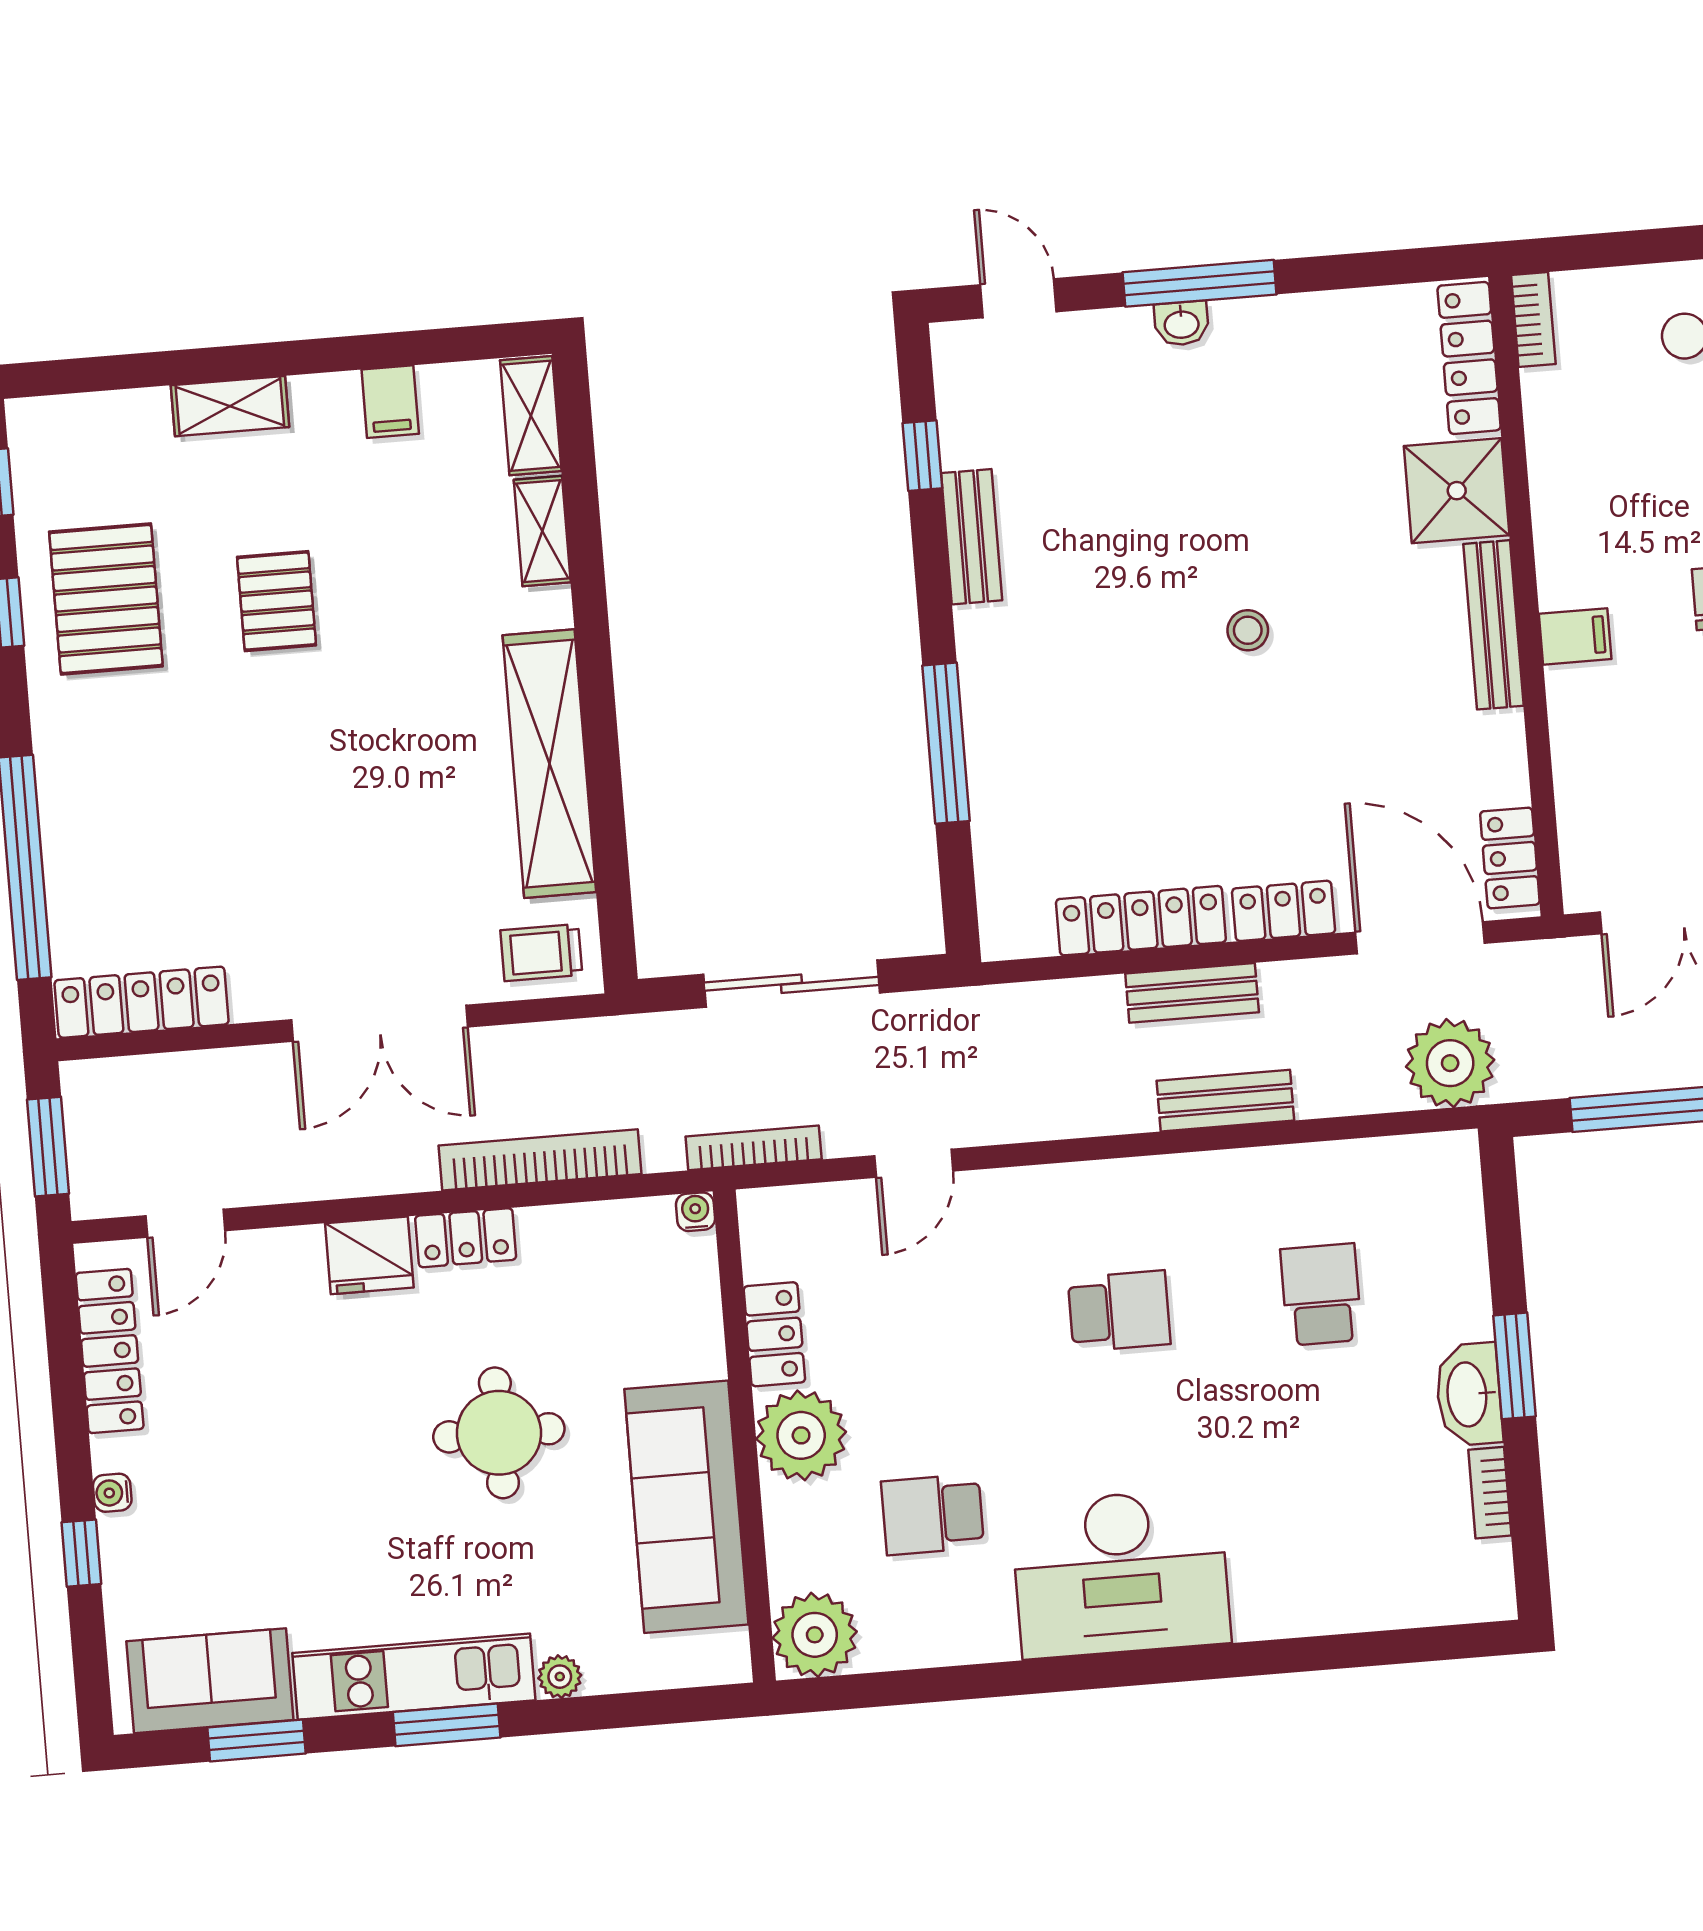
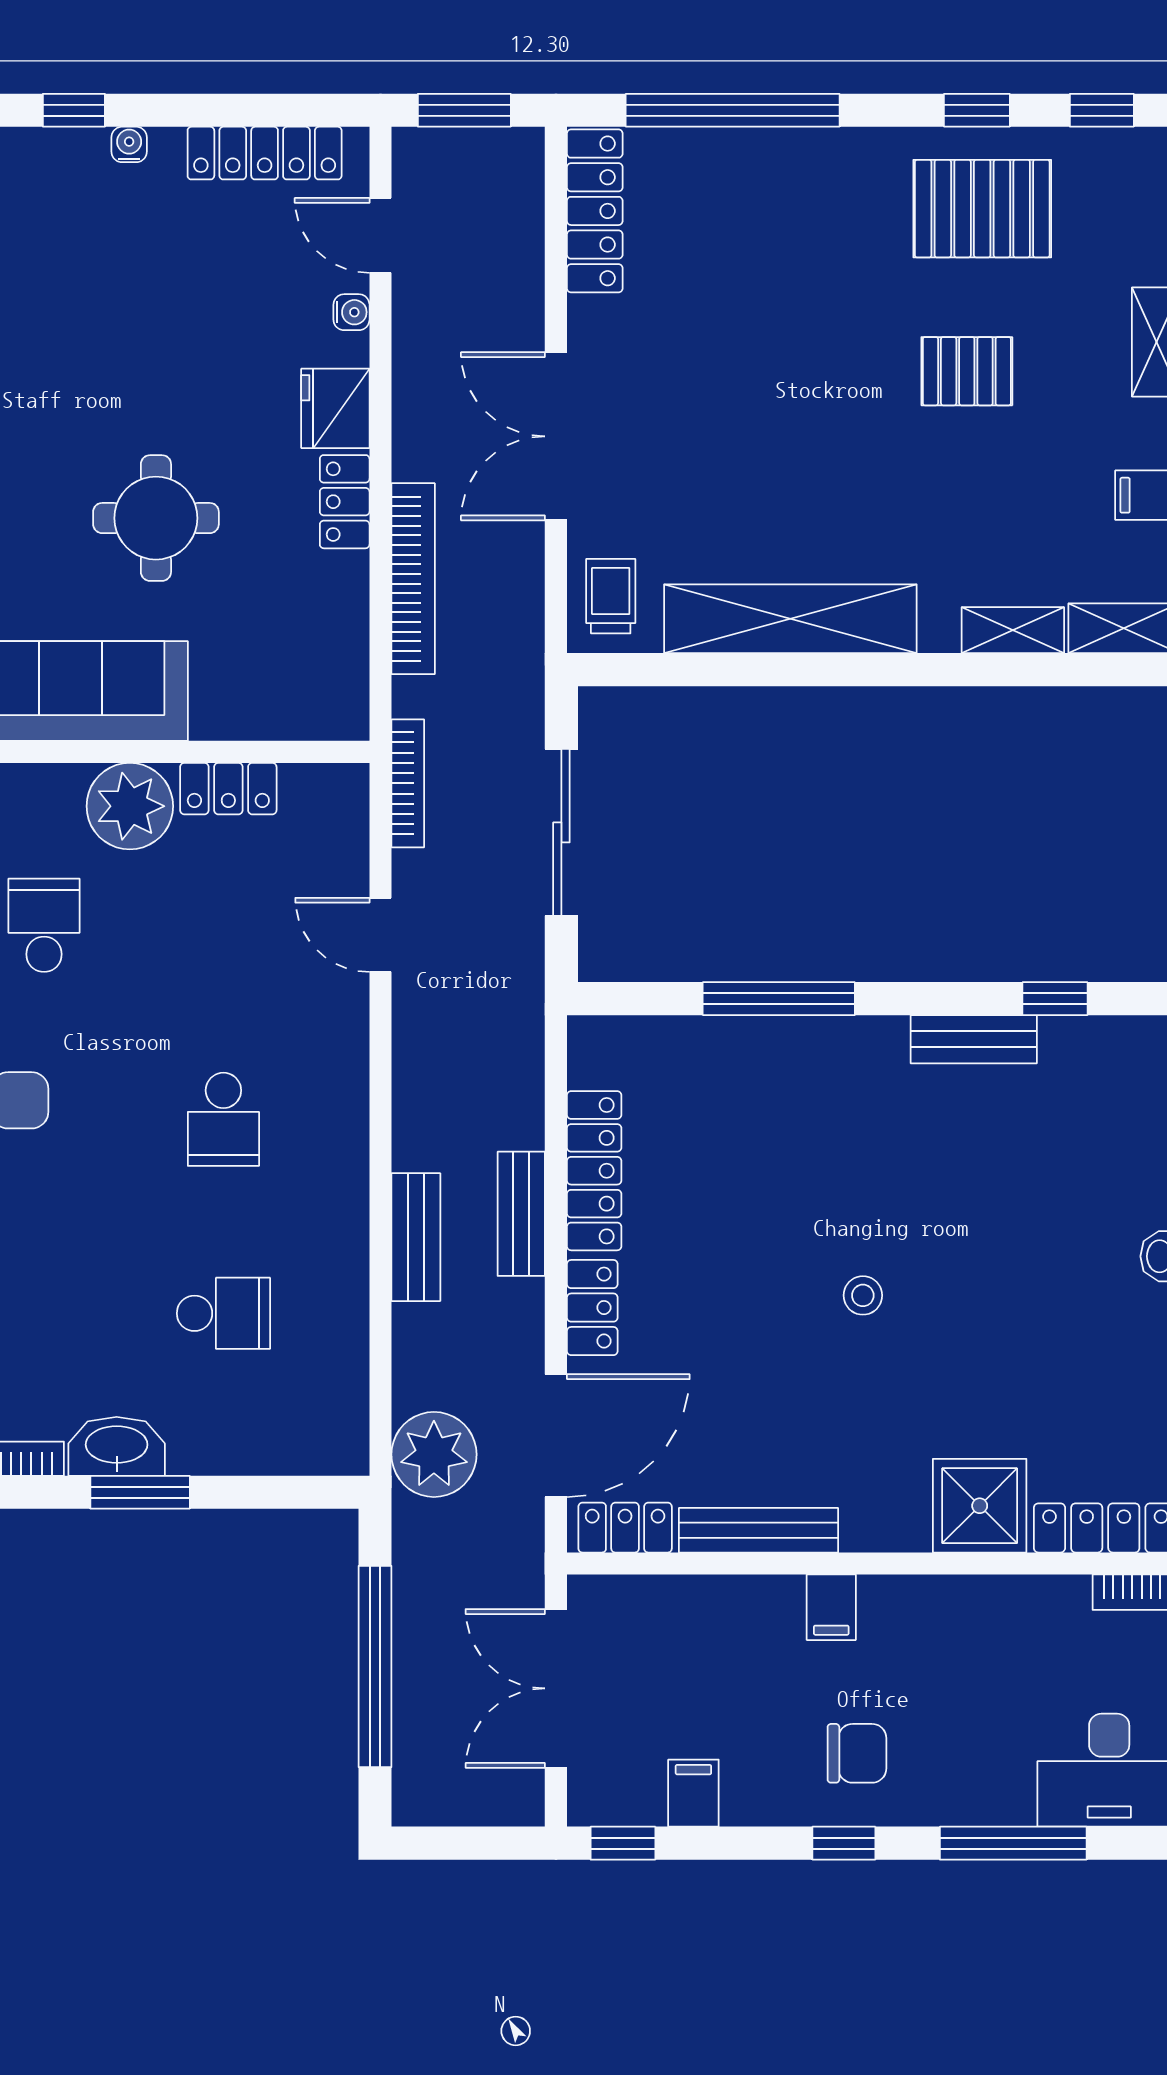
bench: (1493, 625) -> (759, 1530), moved
water cooler: (695, 1212) -> (351, 312), moved

